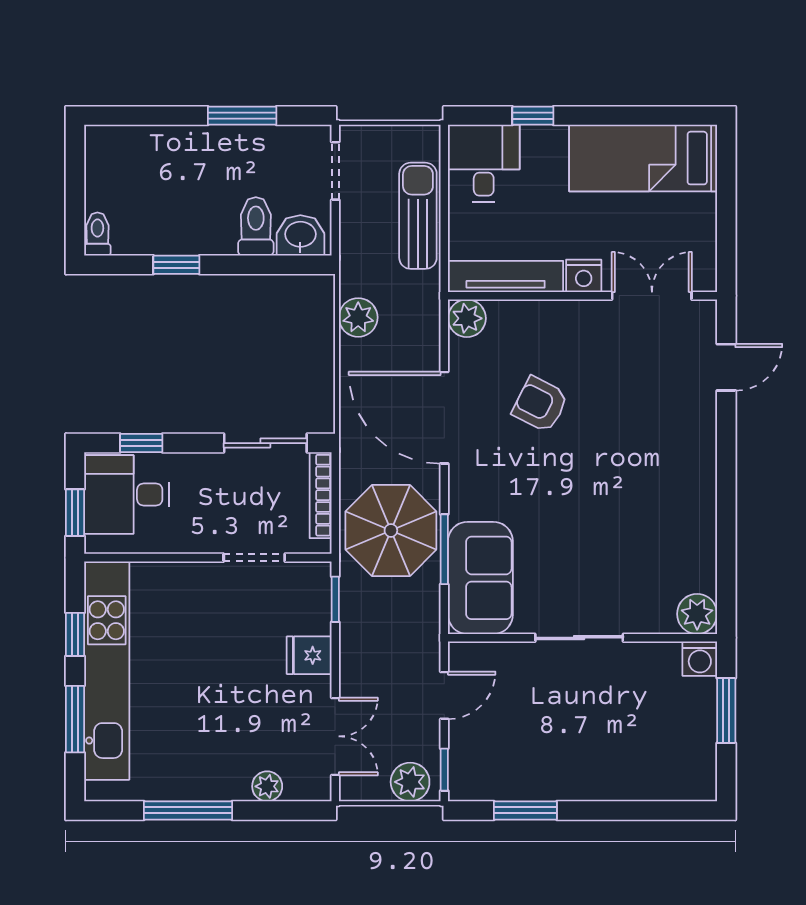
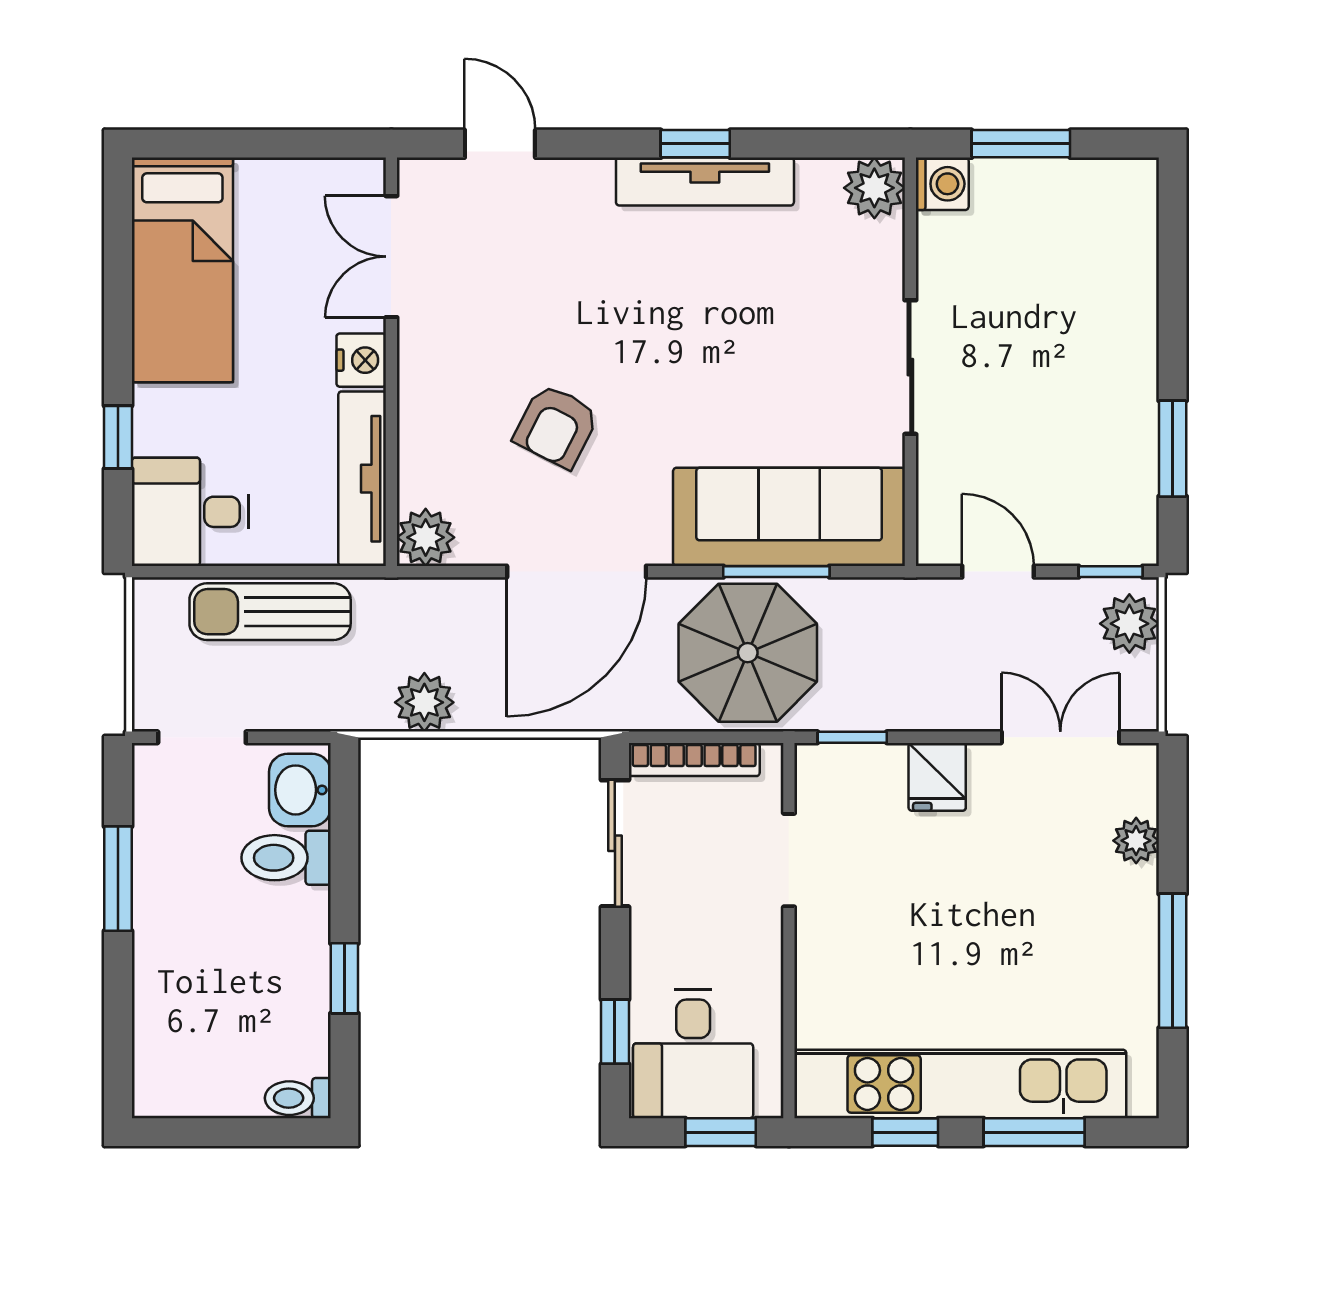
window: (726, 496) -> (695, 144), added
tv unit: (701, 502) -> (705, 182), added
sofa: (480, 578) -> (789, 517), width x1.36

